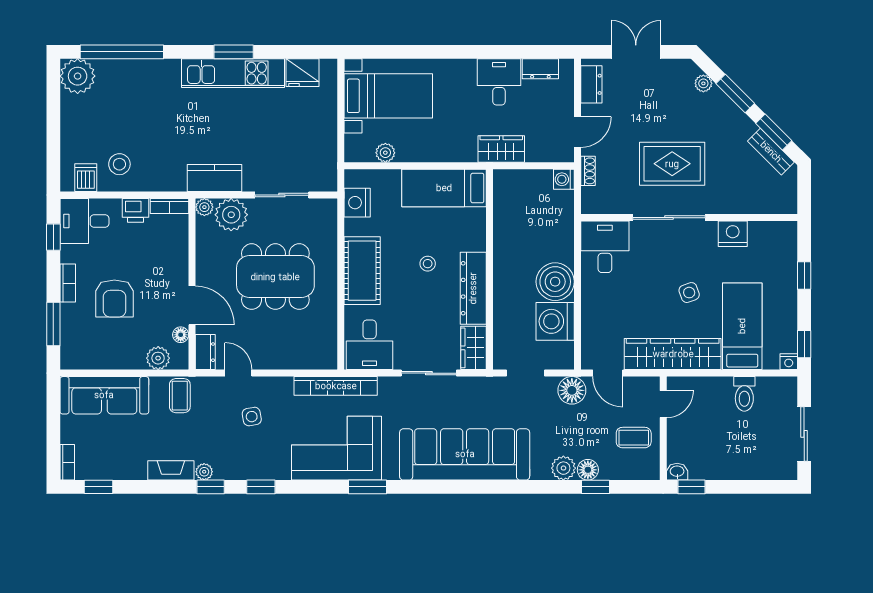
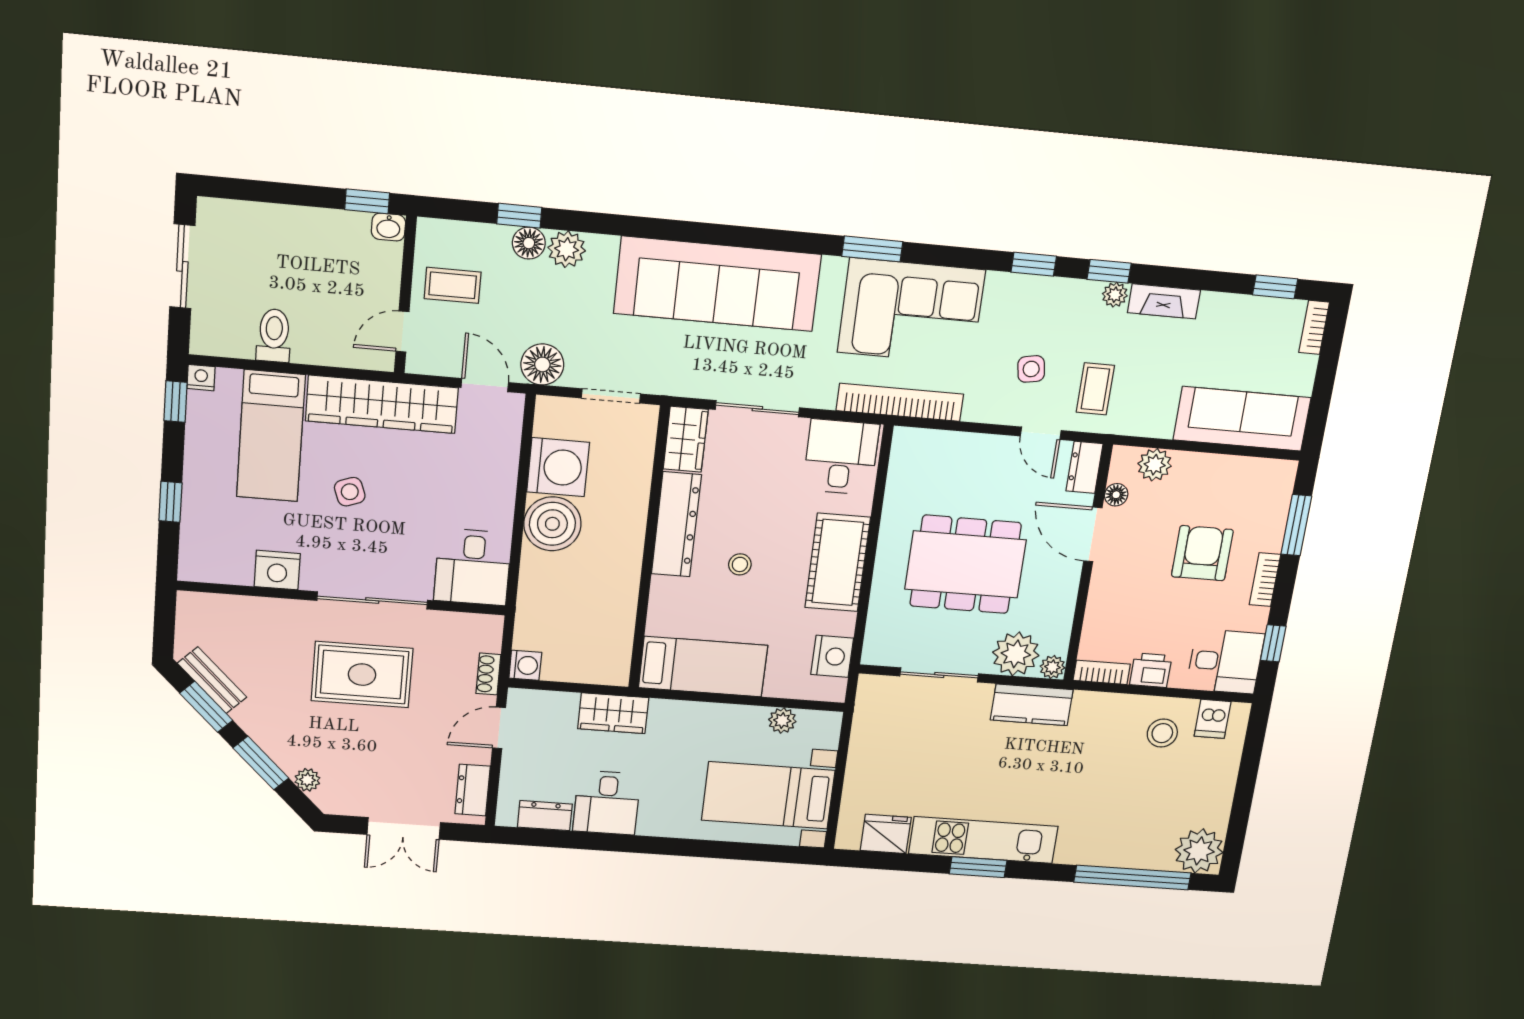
coffee table: (180, 396) -> (1095, 389), moved

